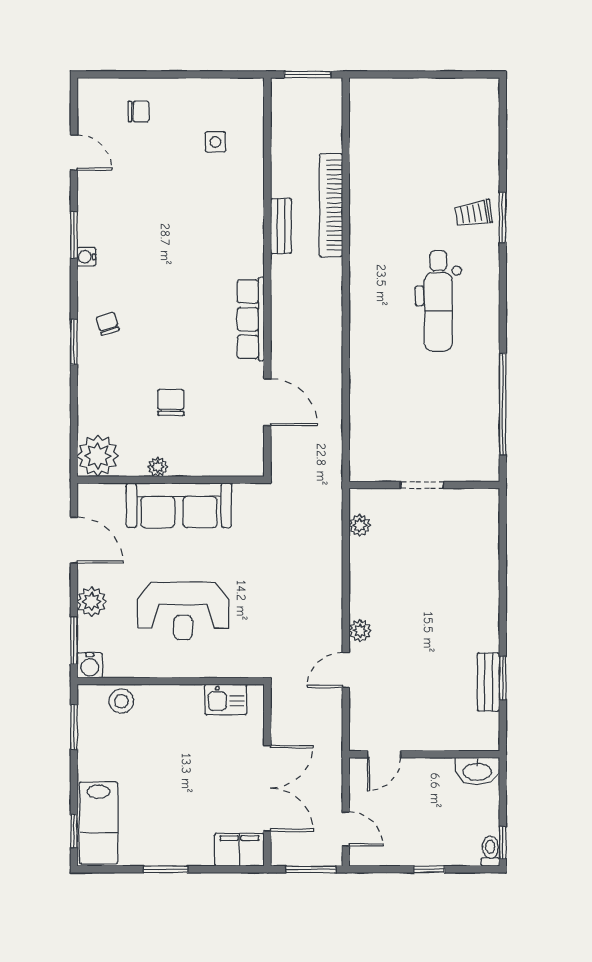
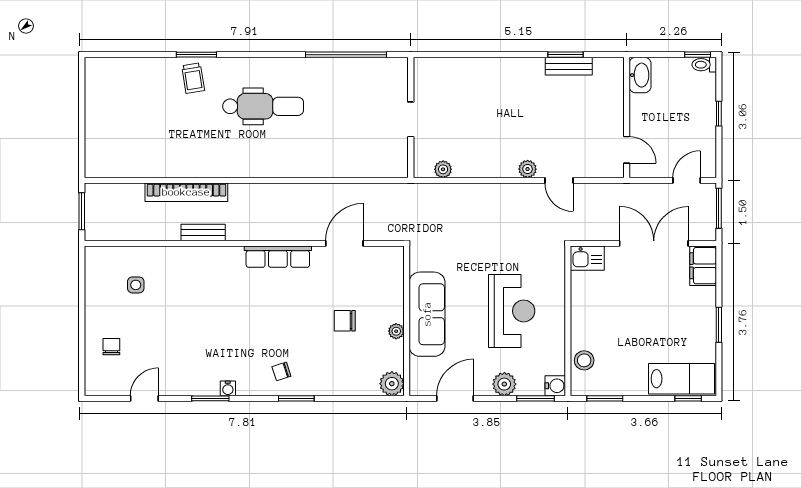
plant: (98, 456) -> (392, 384), width x0.73, depth x0.73
kitchen sink: (226, 699) -> (587, 258), moved, turned 90

